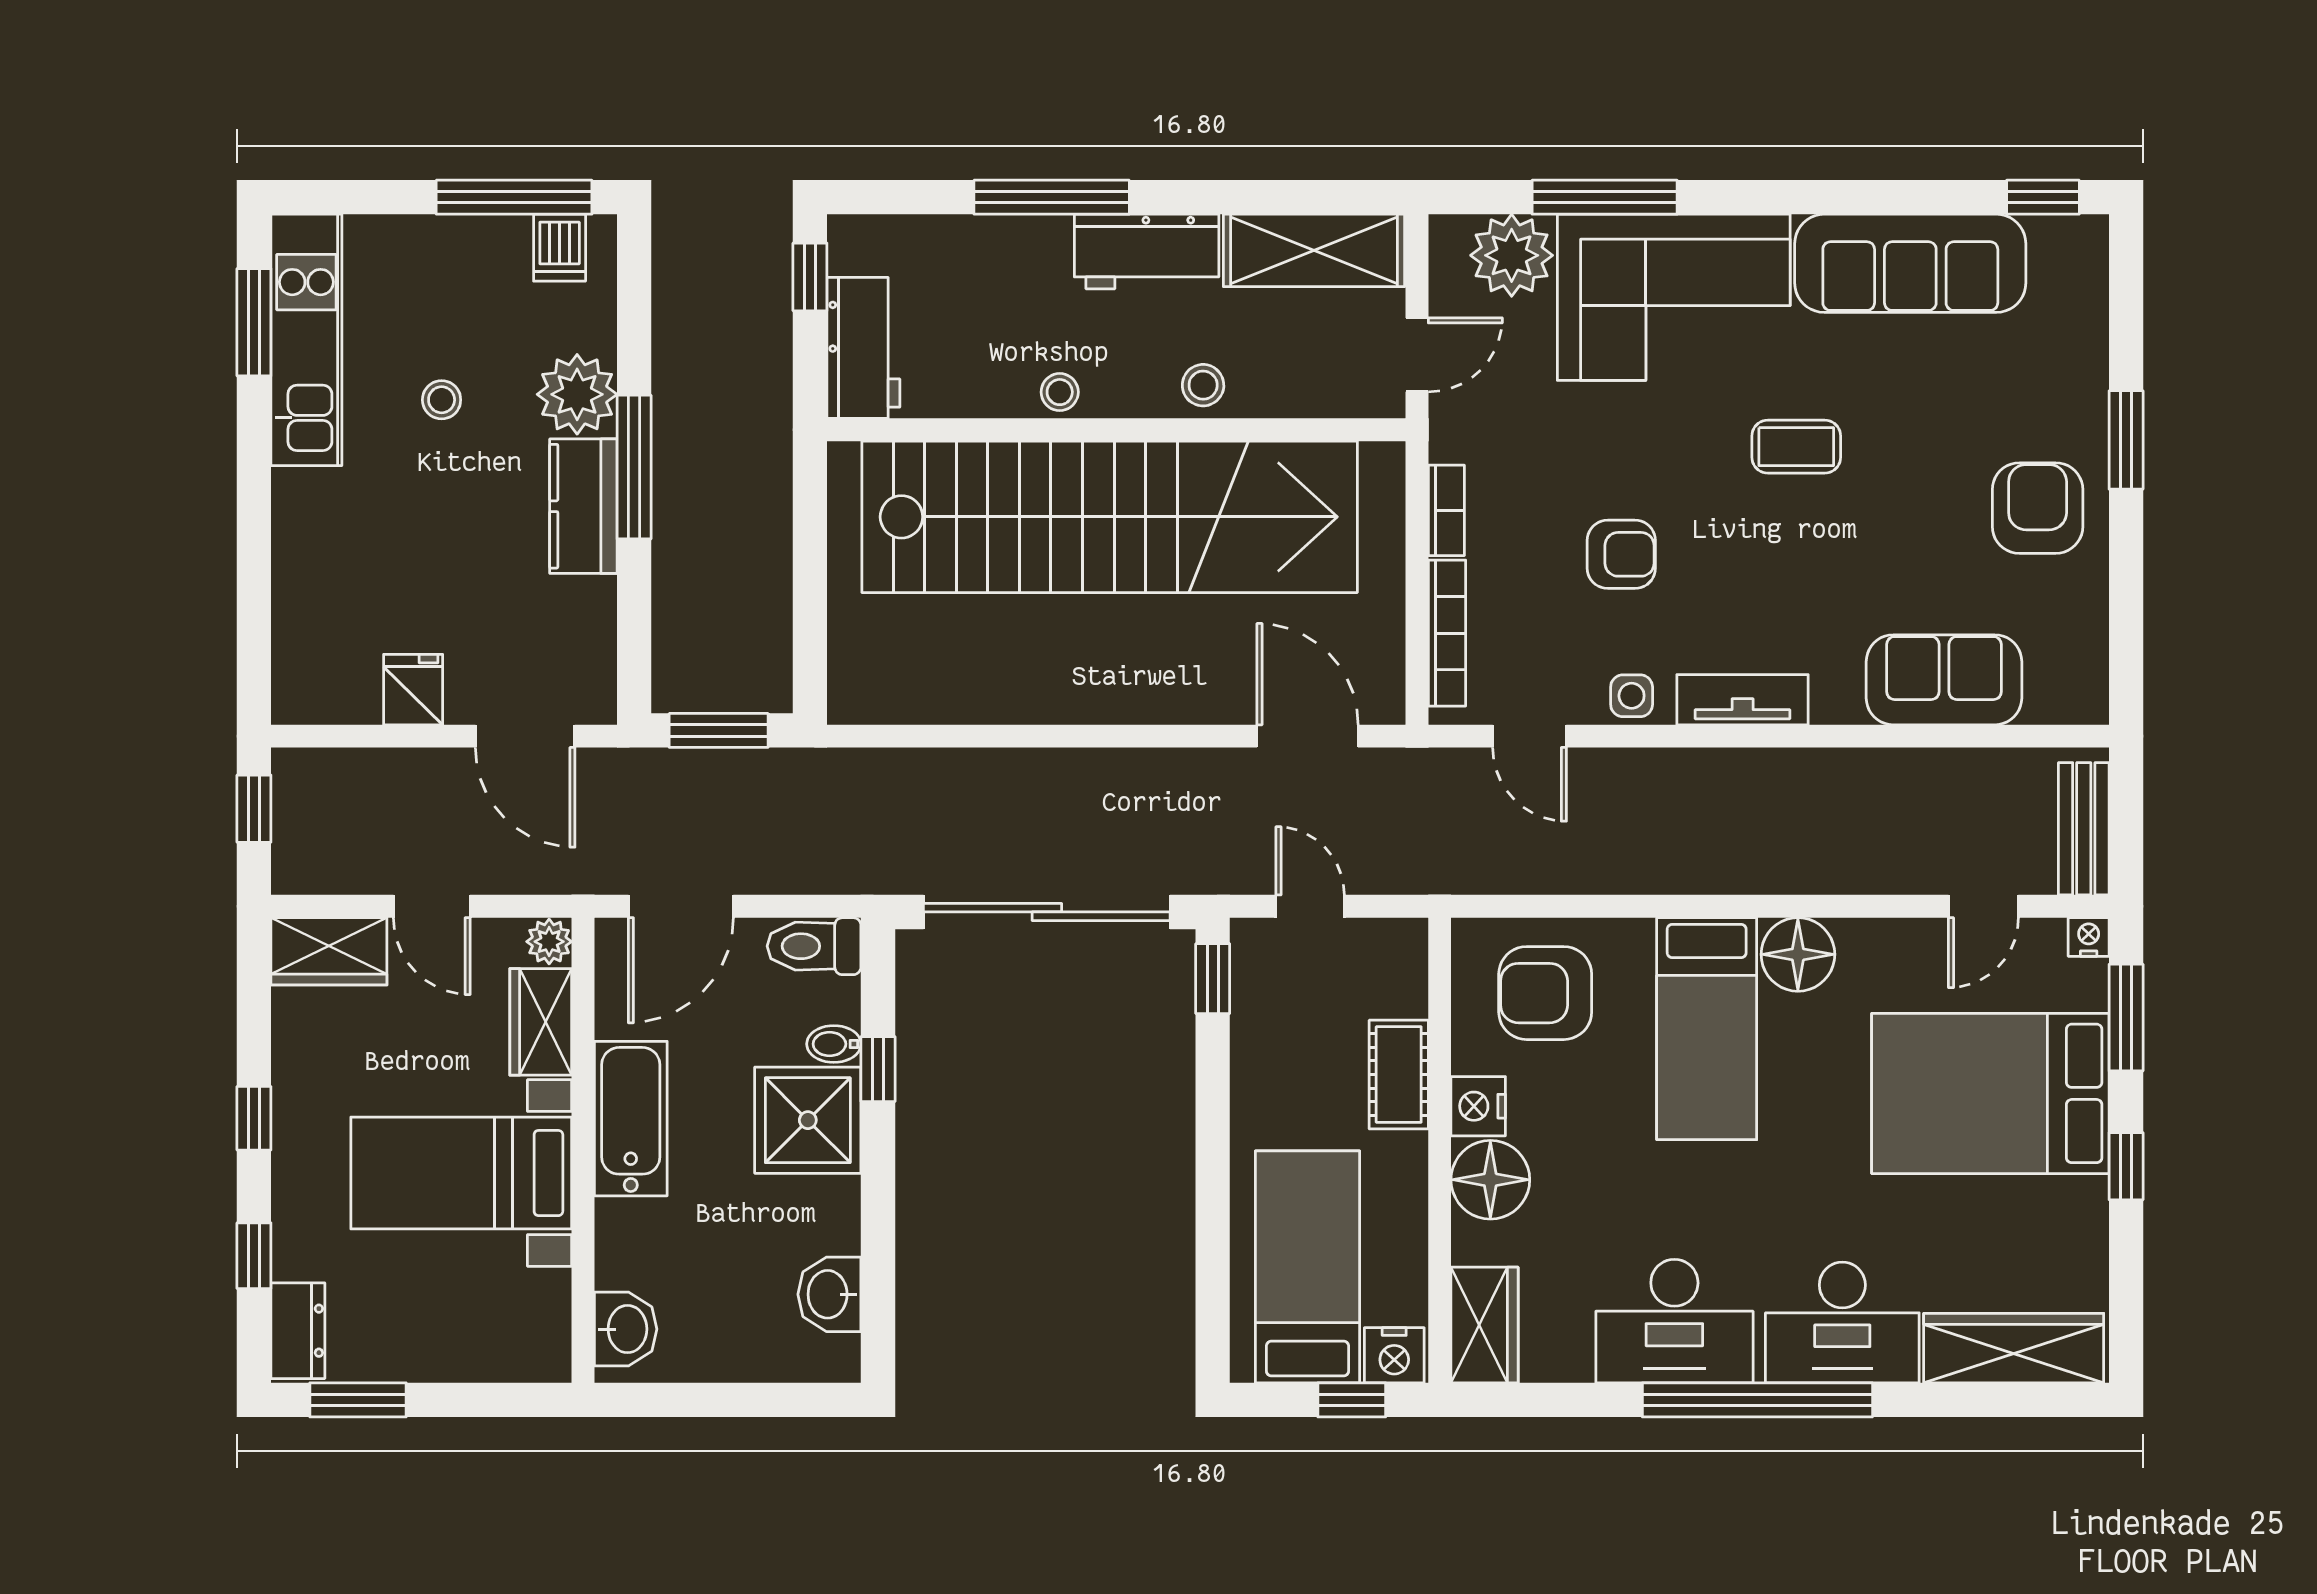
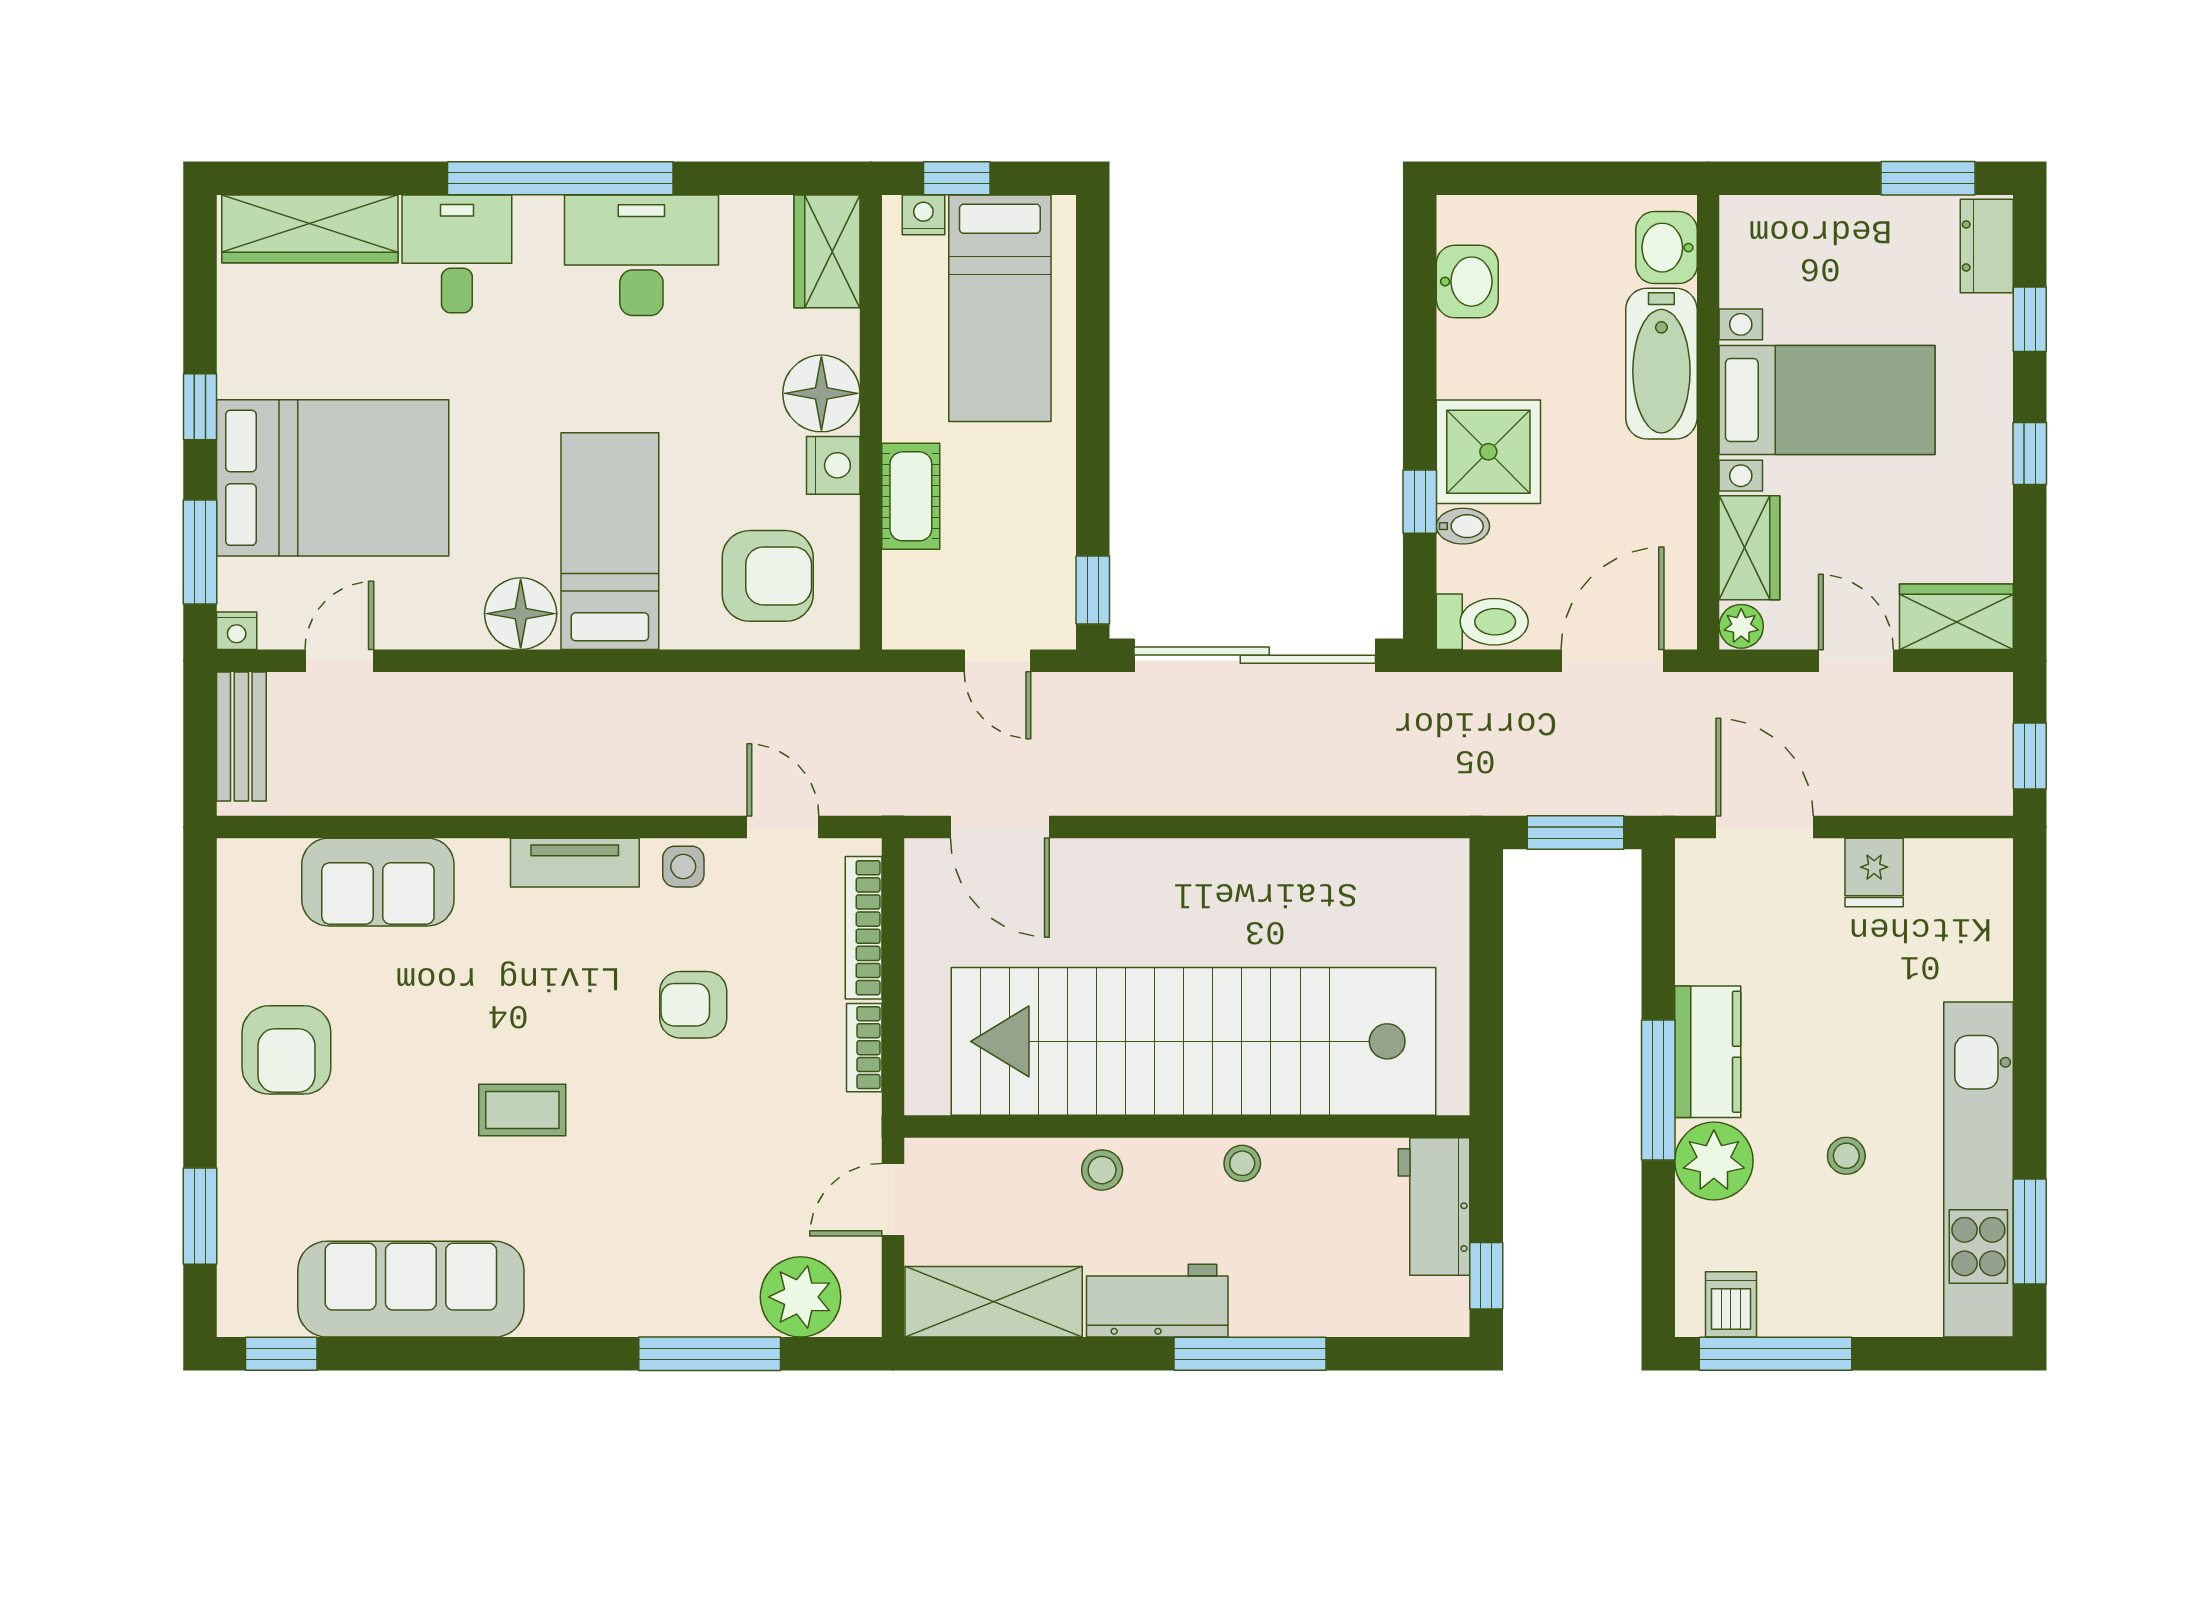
corner sofa: (1674, 297) -> (642, 1256), removed
kitchen unit: (306, 340) -> (1978, 1170), width x1.36
window: (2126, 440) -> (200, 1216), moved
bathtub: (631, 1119) -> (1661, 364), moved
desk: (1842, 1322) -> (457, 254), width x0.73
nightstand: (1394, 1355) -> (923, 215), width x0.72, depth x0.74

